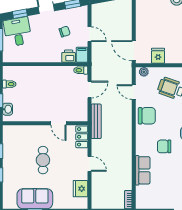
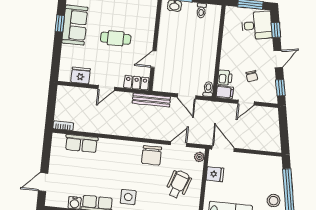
door: (134, 51) -> (223, 149), hinge flipped
chair: (164, 146) -> (117, 170), removed
row of seats: (143, 170) -> (81, 144), moved

